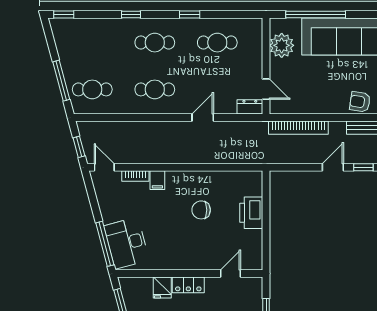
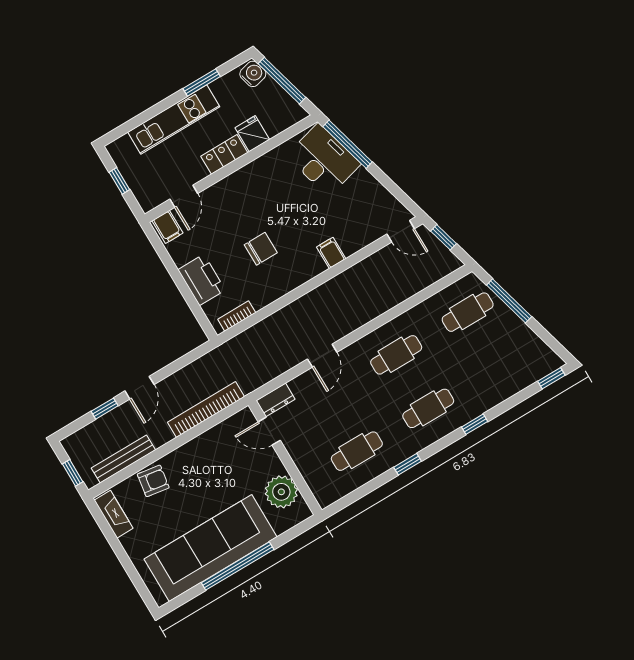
window: (316, 15) -> (238, 566), moved
bookcase: (135, 176) -> (237, 316), moved
filing cabinet: (253, 260) -> (167, 227), added

